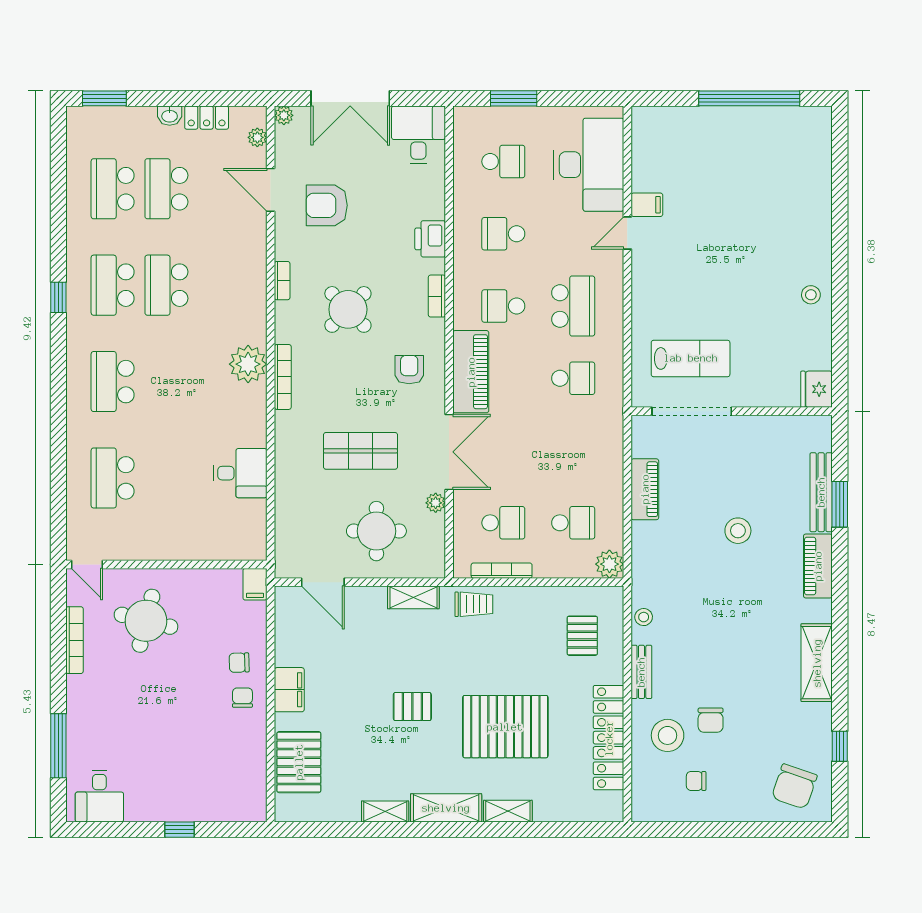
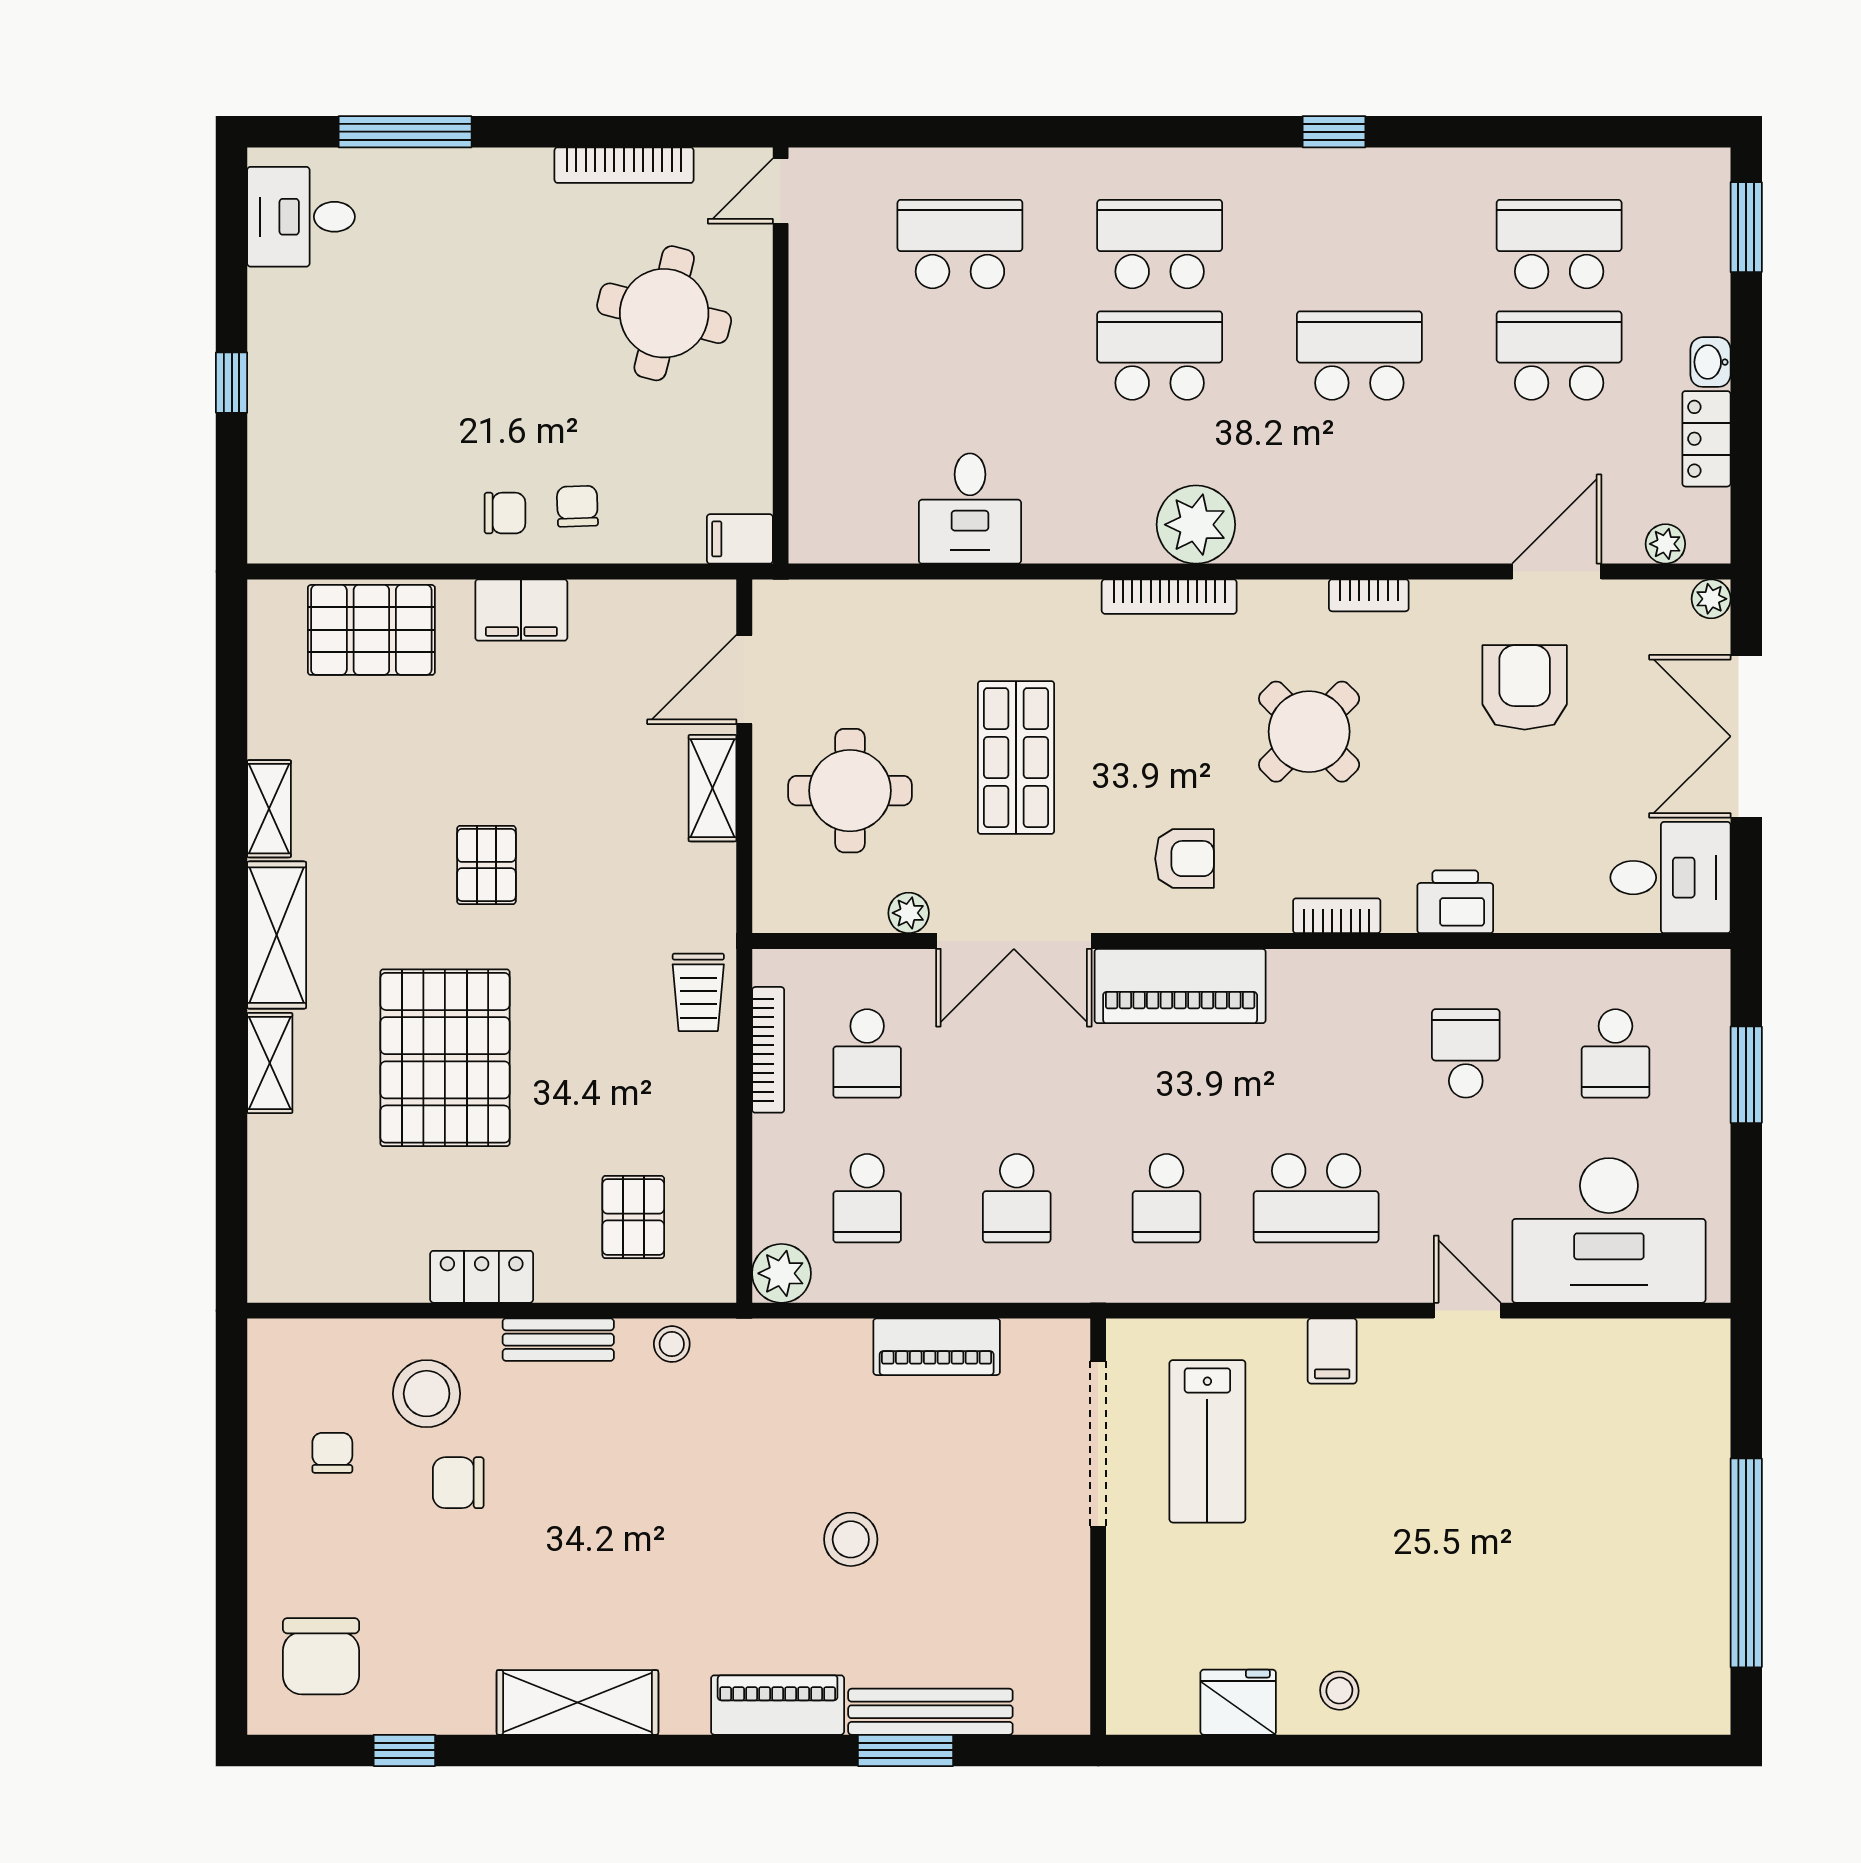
filing cabinet: (647, 205) -> (1332, 1351), moved
school desk: (113, 285) -> (1160, 356), moved
school desk: (503, 306) -> (1017, 1198), moved, turned 180
fridge: (817, 389) -> (1238, 1702), moved
shelving: (413, 597) -> (712, 788), moved
pallet: (582, 636) -> (633, 1217), turned 90
locker: (609, 738) -> (482, 1277), width x0.46, depth x0.83
chair: (794, 786) -> (321, 1656), turned -109

